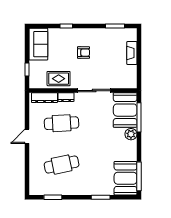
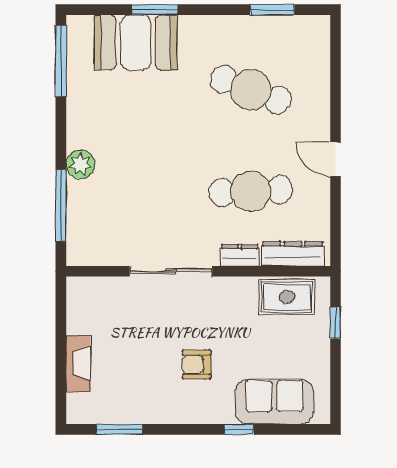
sofa: (38, 44) -> (274, 402), moved, turned 90
rug: (59, 79) -> (287, 297), moved
booth: (125, 110) -> (95, 223), removed
door: (27, 136) -> (336, 159), swing flipped
cafe table: (62, 165) -> (251, 90), turned 33
booth: (126, 178) -> (136, 42), moved, turned 90

